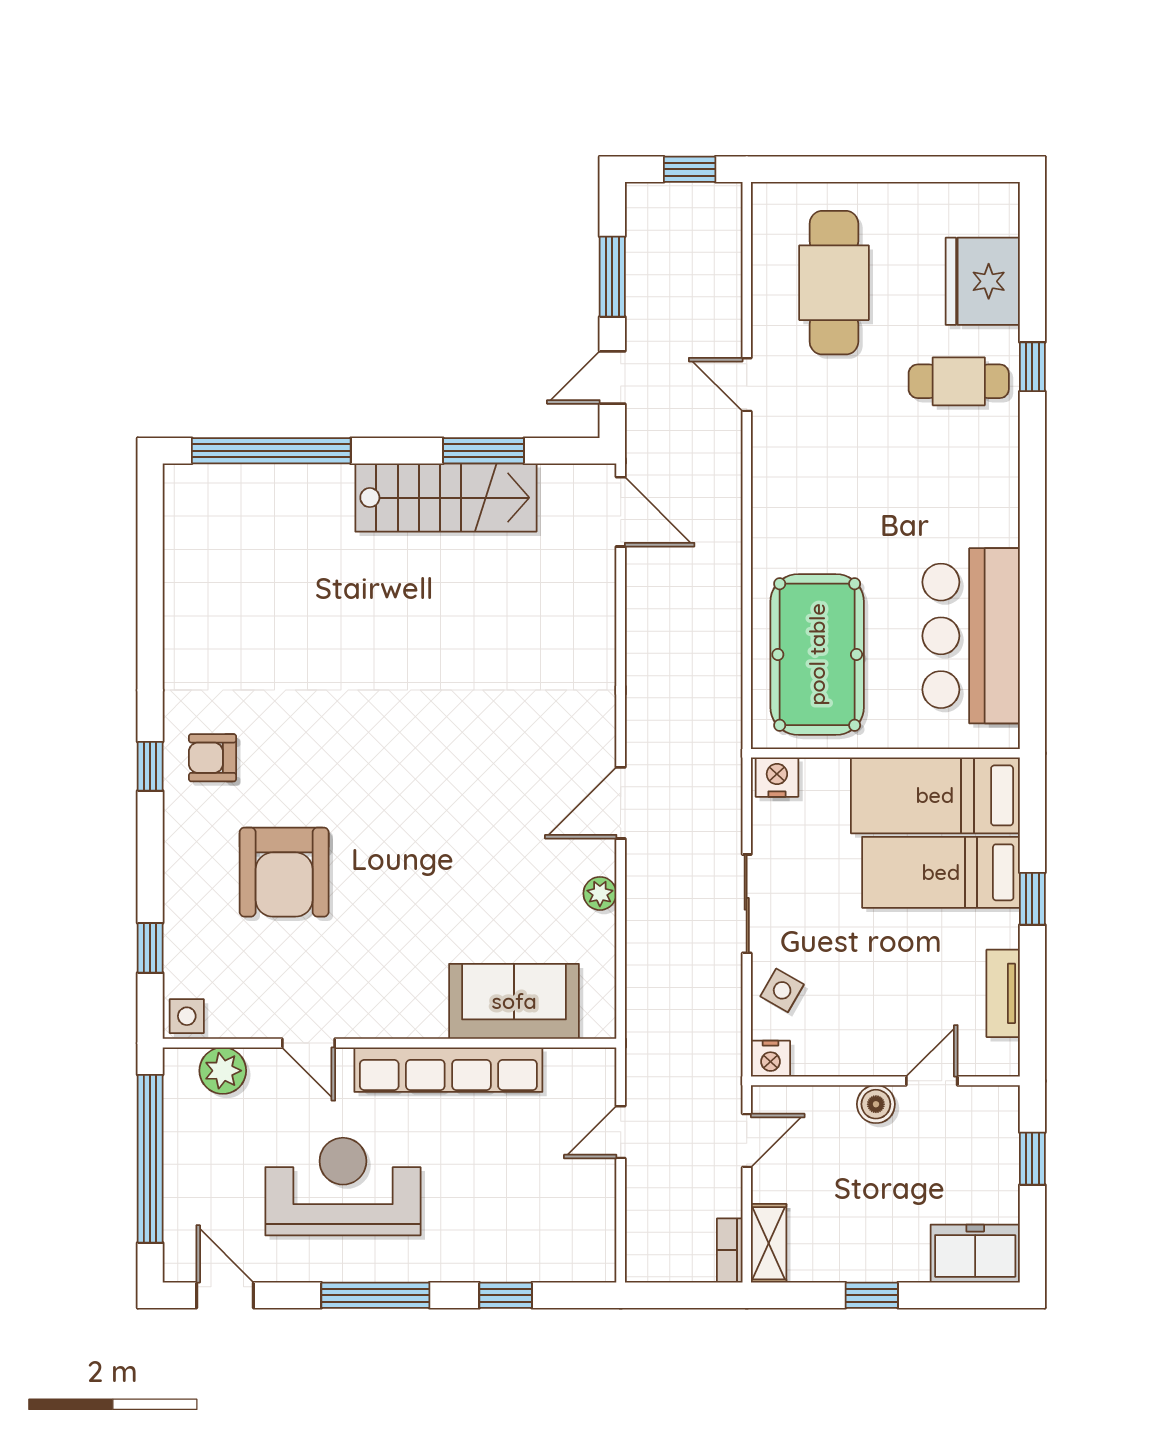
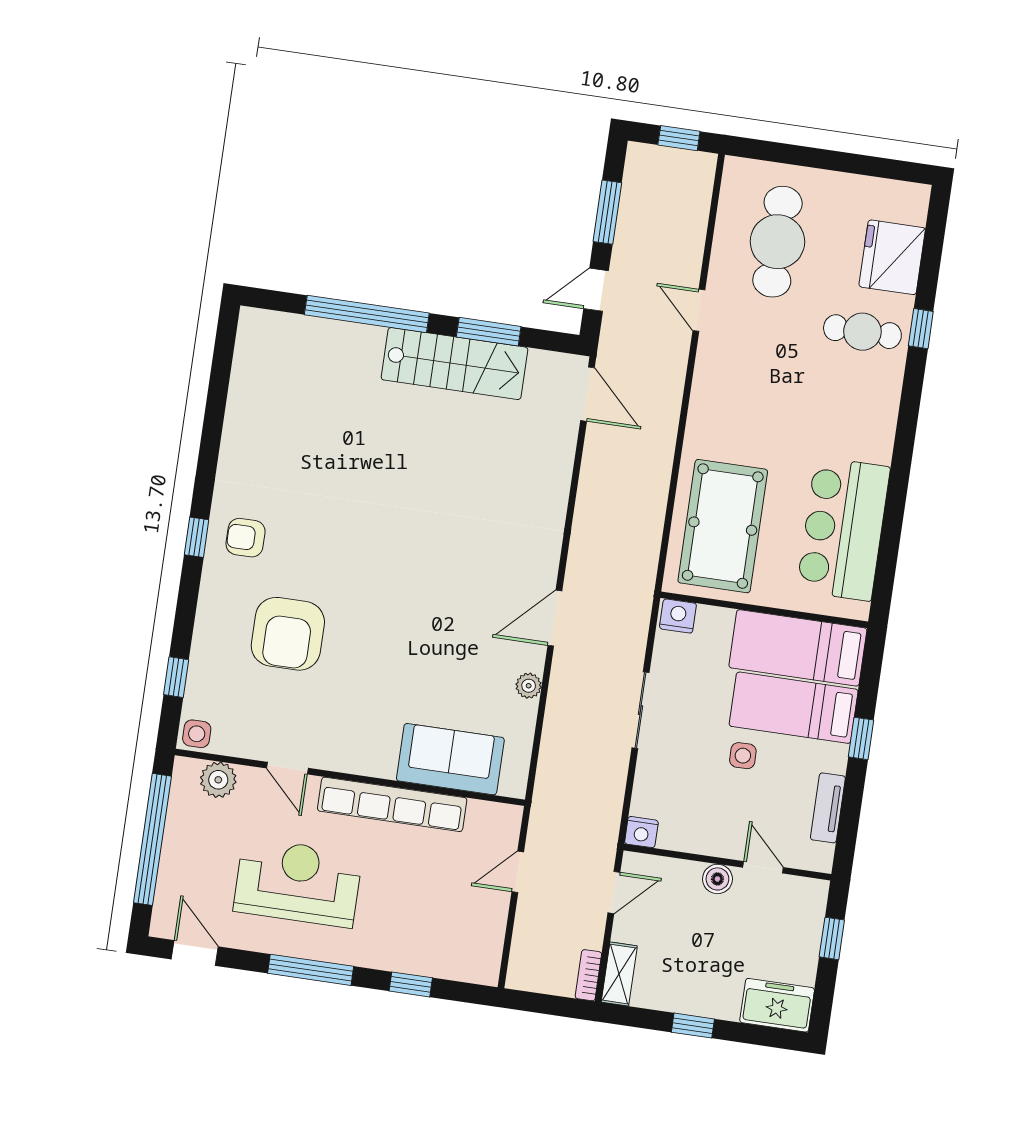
window: (271, 451) -> (367, 314), moved
side table: (782, 990) -> (743, 756), moved, turned -30
door: (932, 1081) -> (763, 867), hinge flipped

